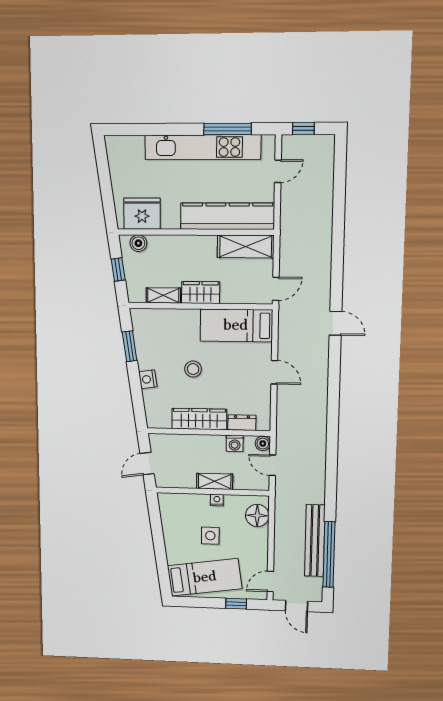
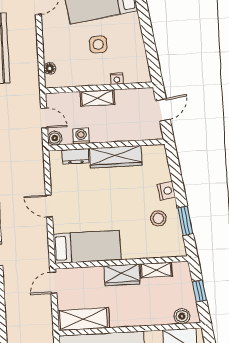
stool: (193, 369) -> (158, 218), moved
nightstand: (217, 500) -> (117, 79), moved
floor lamp: (257, 516) -> (50, 68), width x0.53, depth x0.53

